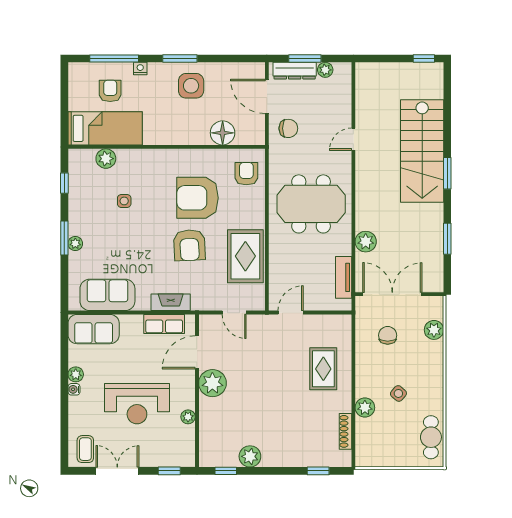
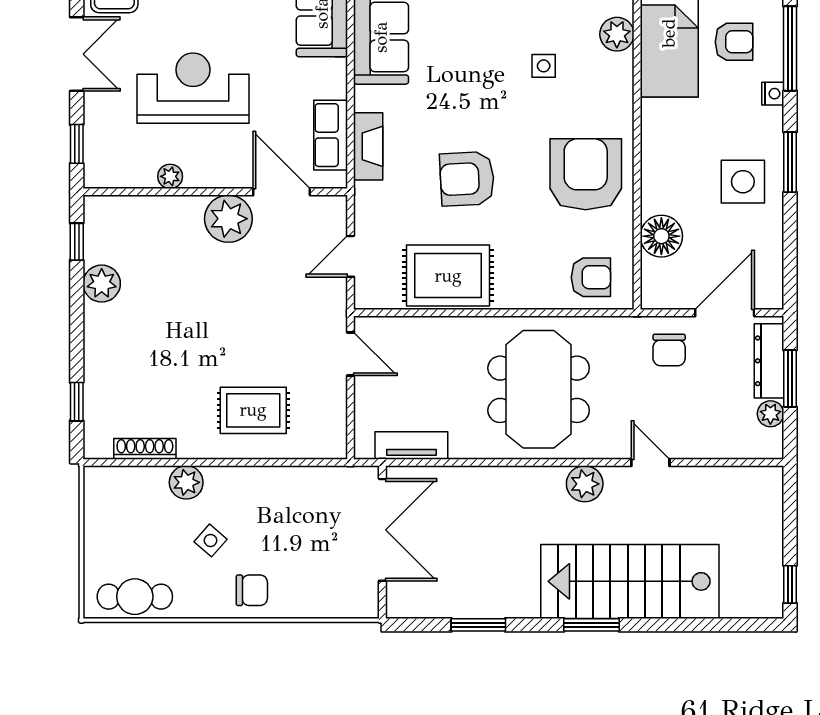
armchair: (198, 198) -> (586, 174), moved
plant: (366, 242) -> (585, 484), moved
plant: (434, 330) -> (320, 602), removed
chair: (388, 335) -> (252, 590), moved
reception desk: (137, 404) -> (193, 88), turned 90

